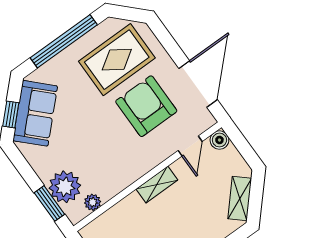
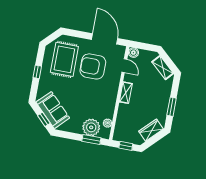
window: (64, 41) -> (37, 72), width x0.32

